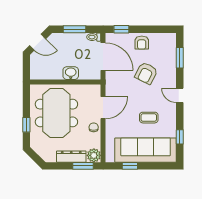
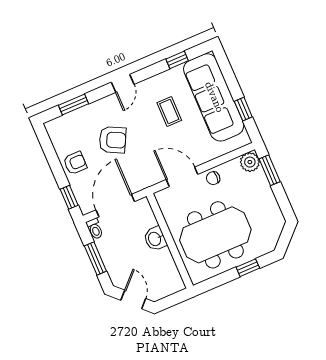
dresser: (71, 157) -> (264, 191), removed

